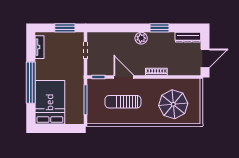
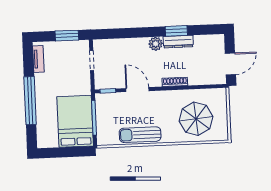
dresser: (188, 37) -> (178, 42), moved
bed: (50, 102) -> (75, 121), moved
sun lounger: (123, 102) -> (140, 135), moved

